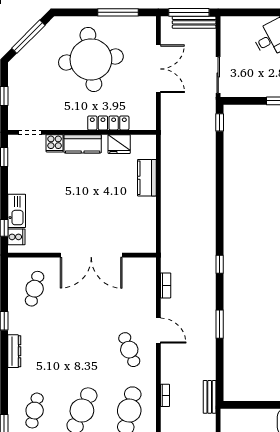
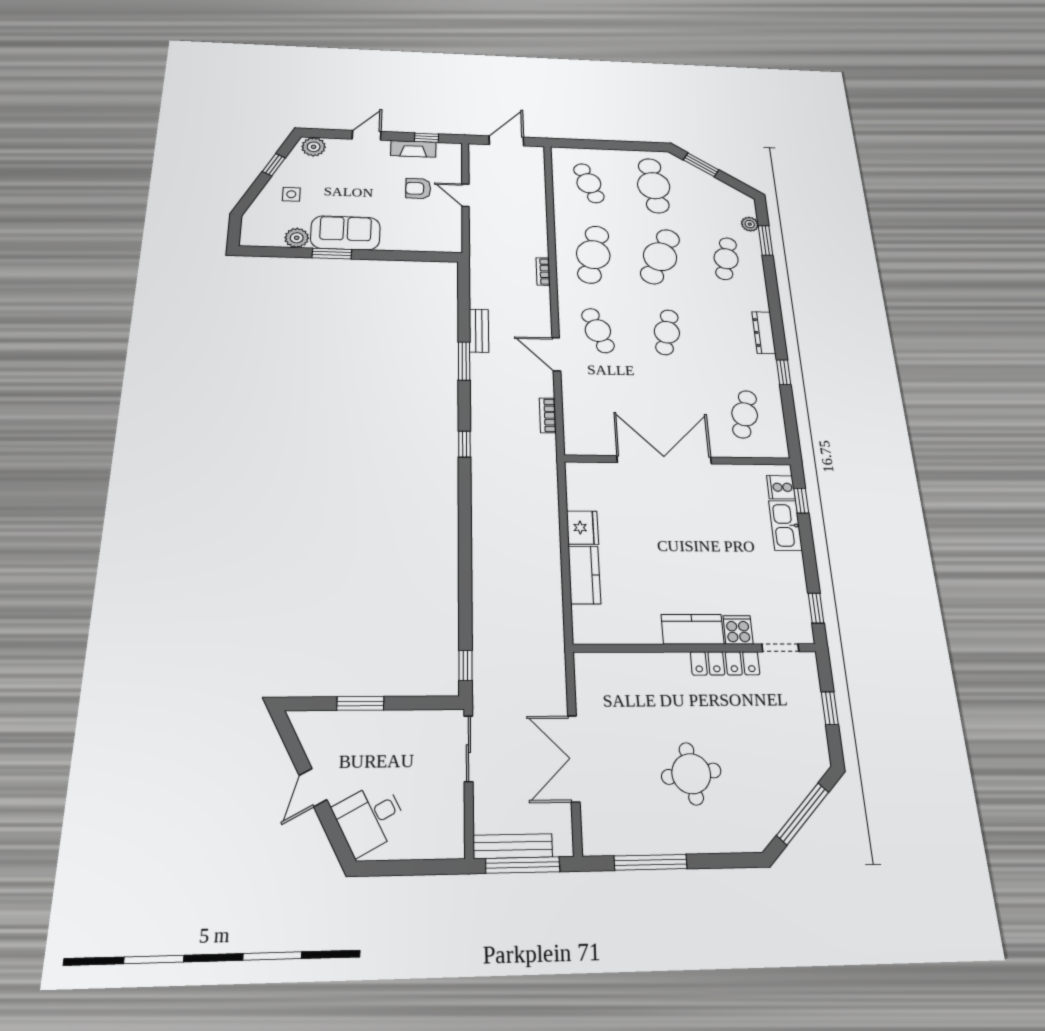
round table: (91, 59) -> (691, 774), width x0.54, depth x0.54
locker: (108, 123) -> (725, 663), moved
fridge: (119, 144) -> (583, 528), moved, turned 90
cafe table: (82, 350) -> (667, 332), added
bench: (210, 397) -> (479, 331), moved

